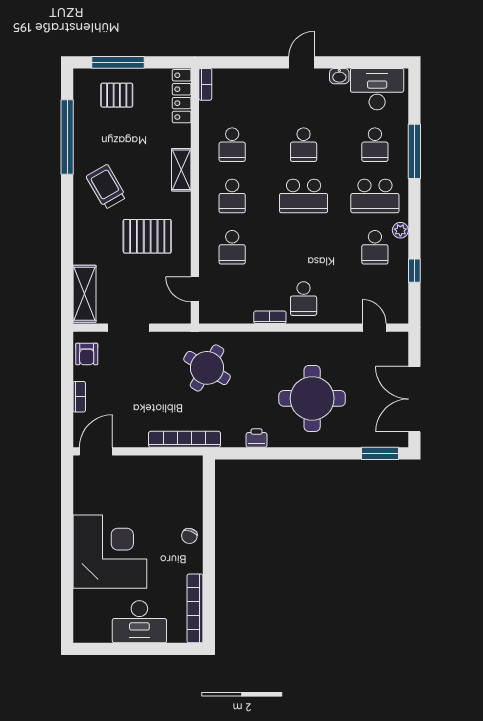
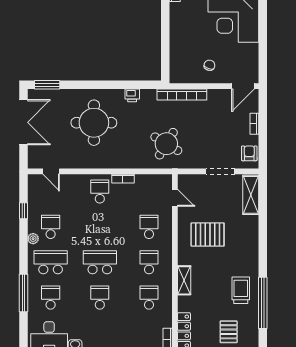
pallet: (117, 95) -> (229, 332), turned 90
trolley: (106, 187) -> (241, 290), moved, turned -150
chair: (189, 536) -> (209, 65), moved

